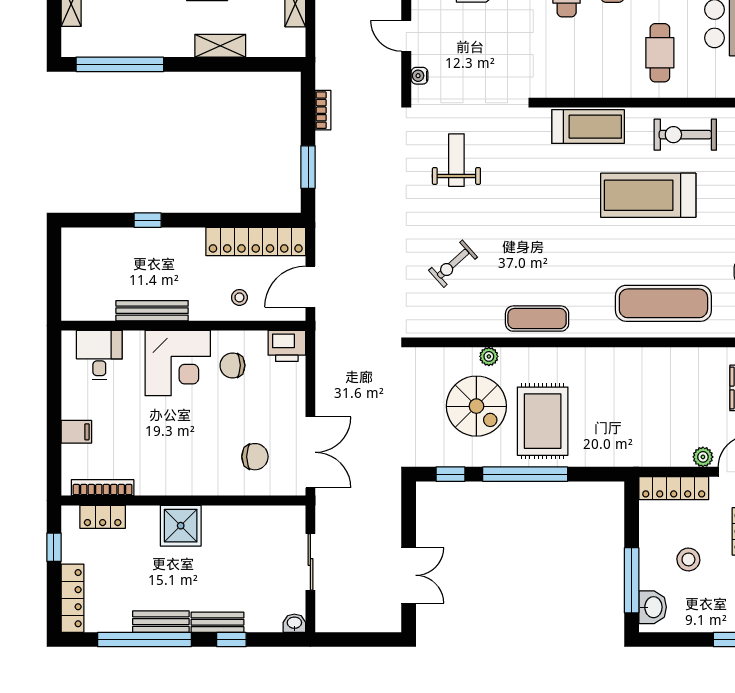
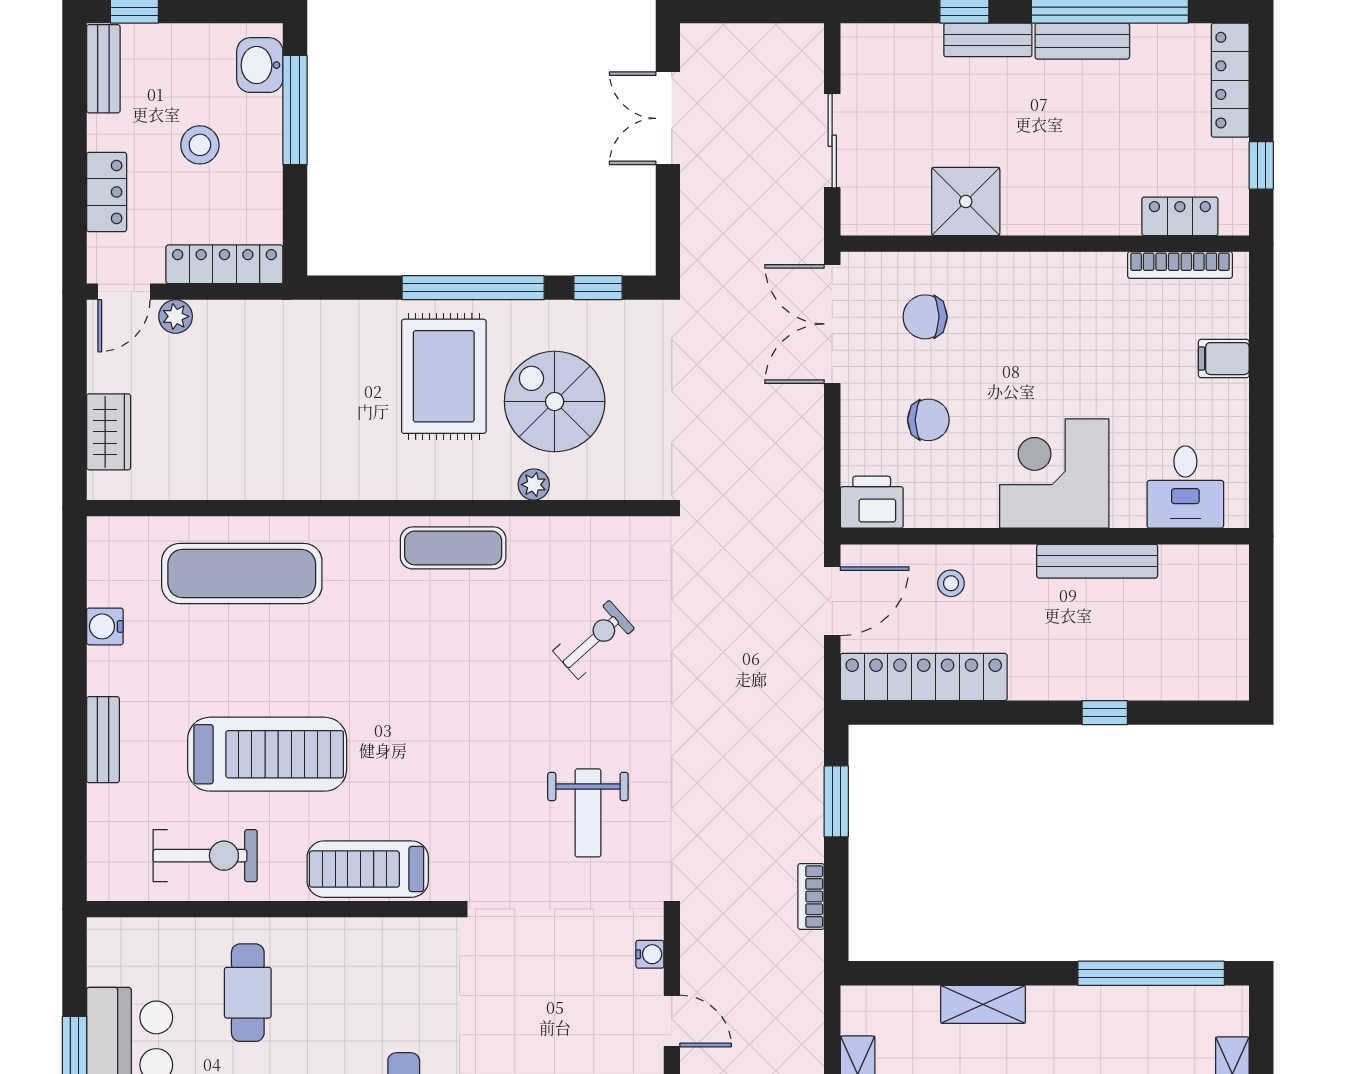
chair: (232, 365) -> (928, 420), moved
shower: (181, 526) -> (966, 201), moved
washbasin: (294, 623) -> (859, 38), removed

